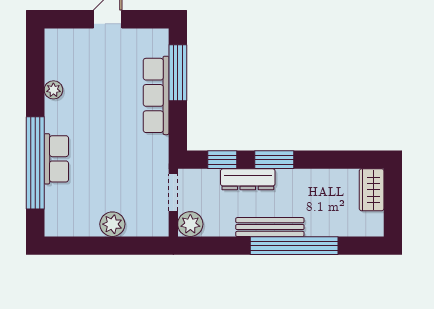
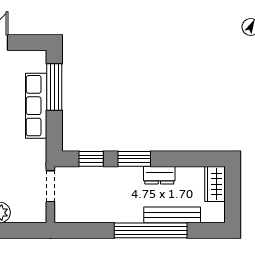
dresser: (248, 179) -> (159, 175), moved, width x0.70
plant: (190, 224) -> (65, 212), removed
bench: (270, 227) -> (172, 215), moved

